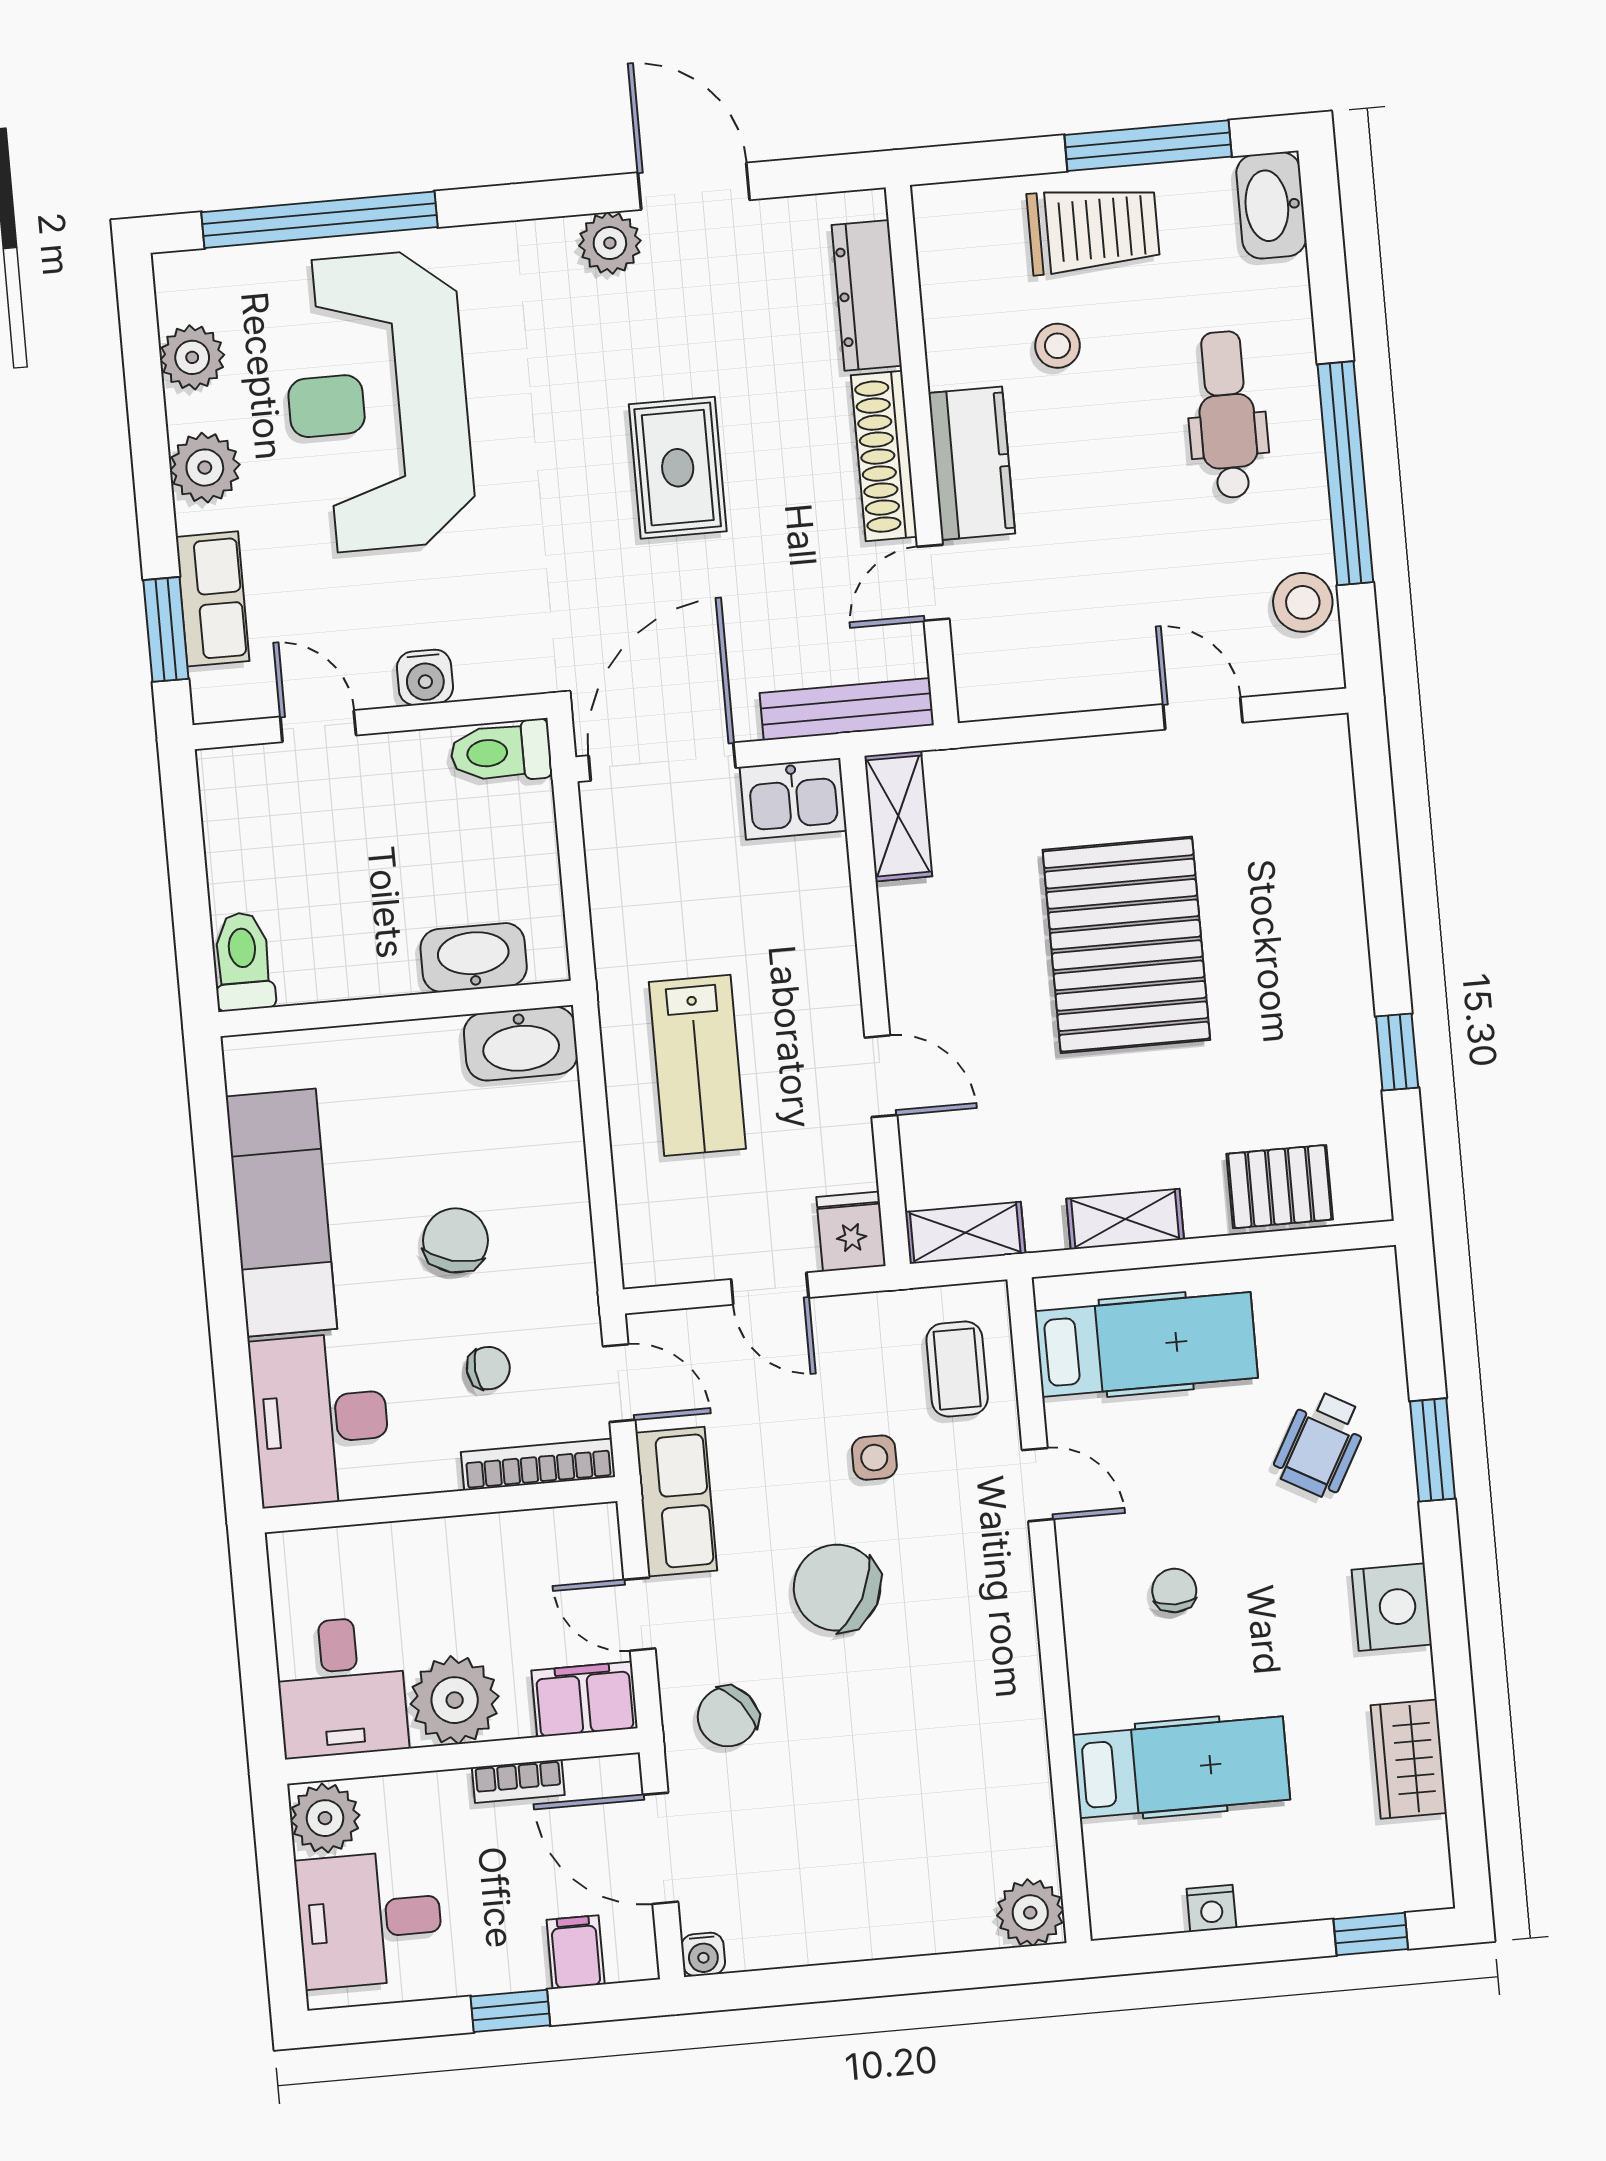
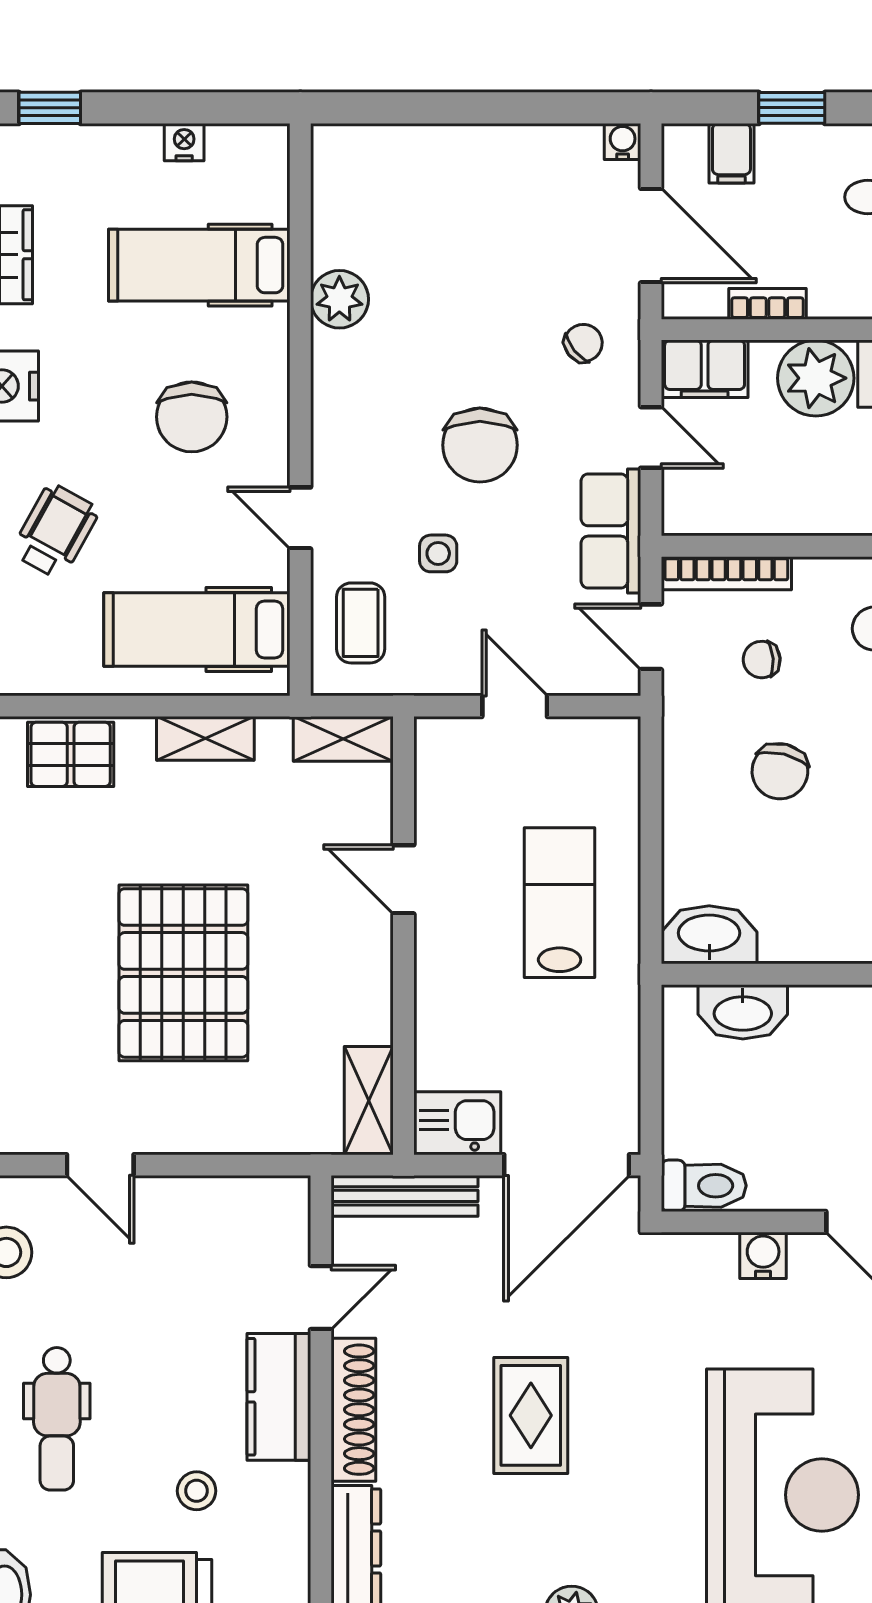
fridge: (851, 1232) -> (441, 749), removed
chair: (837, 1588) -> (480, 445), turned 62
chair: (1174, 1591) -> (192, 417), width x1.87, depth x1.87
chair: (728, 1717) -> (583, 343), width x0.73, depth x0.73
plant: (1030, 1913) -> (339, 299), moved

